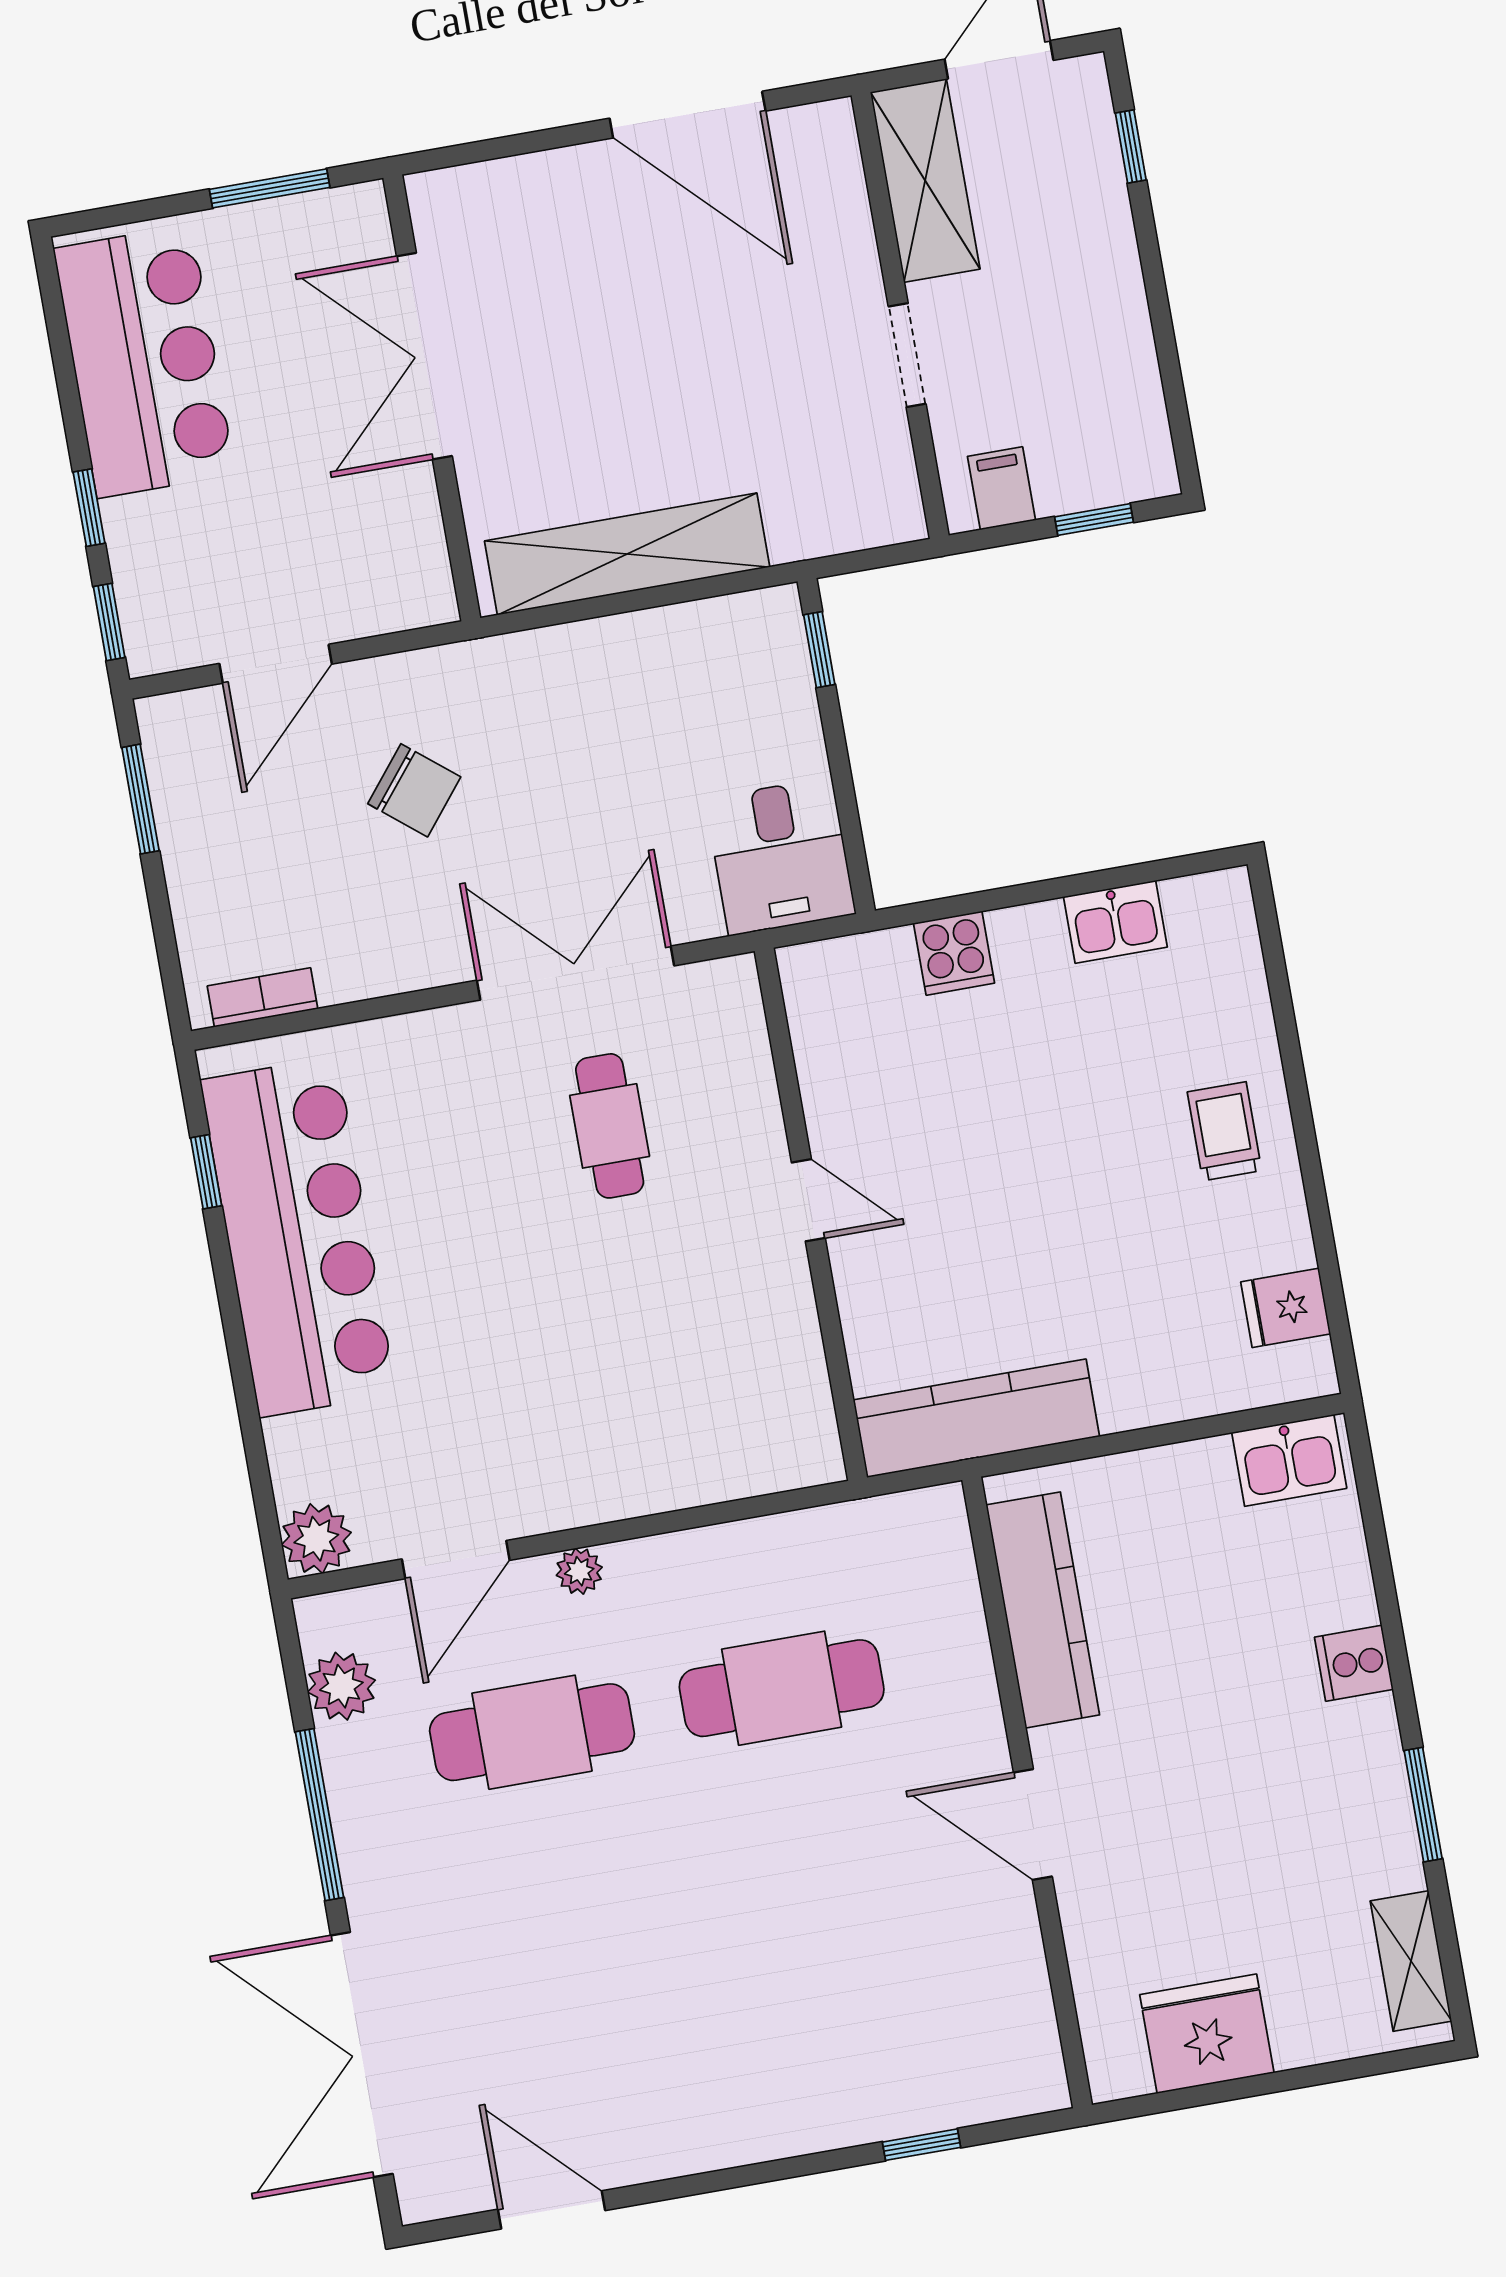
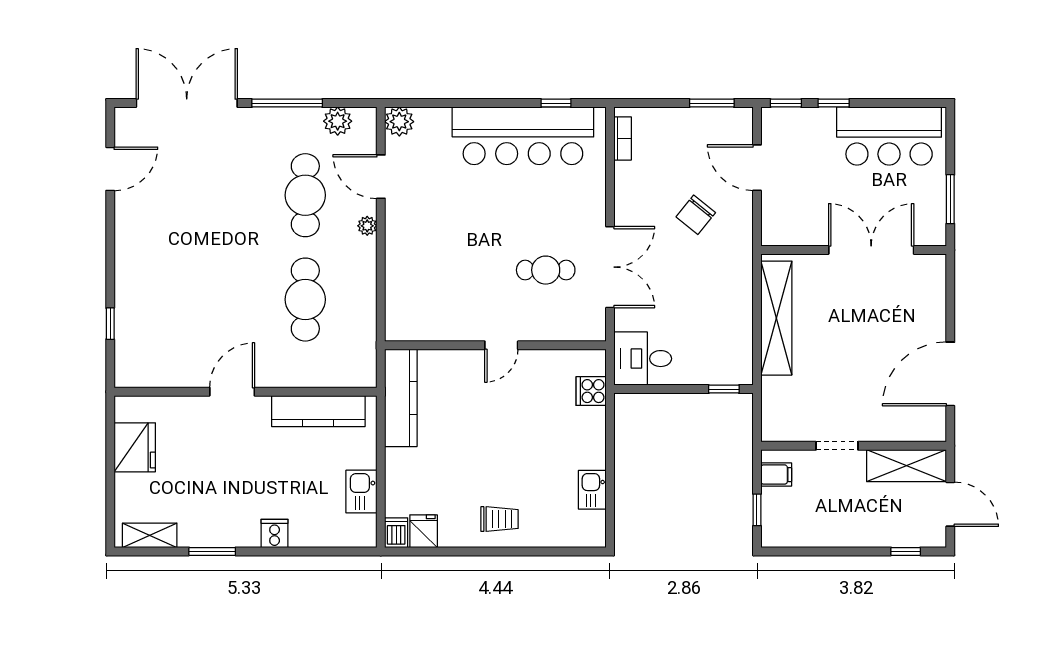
cooker: (954, 953) -> (591, 391), moved
dishwasher: (1301, 1373) -> (396, 533), added
kitchen sink: (1289, 1460) -> (361, 492), moved

